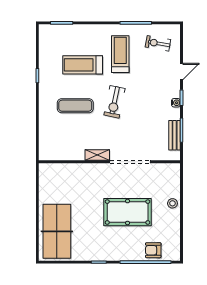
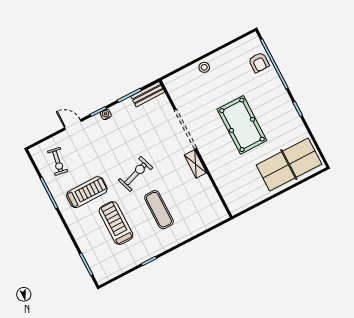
treadmill: (120, 54) -> (87, 192), turned 180
treadmill: (83, 65) -> (116, 223), turned 180
exercise bike: (114, 102) -> (136, 174), turned -31
bench: (175, 135) -> (148, 94), moved
pool table: (128, 212) -> (242, 125), moved

